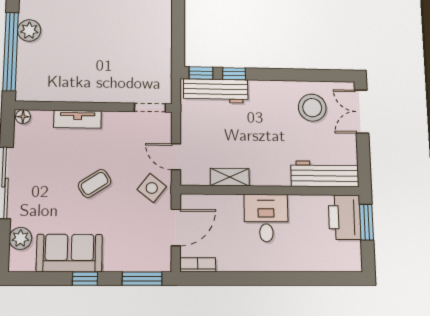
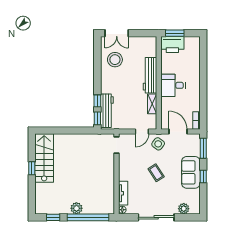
tv unit: (78, 119) -> (123, 193), moved
workbench: (325, 174) -> (150, 75), moved
sofa: (69, 253) -> (191, 172), moved

